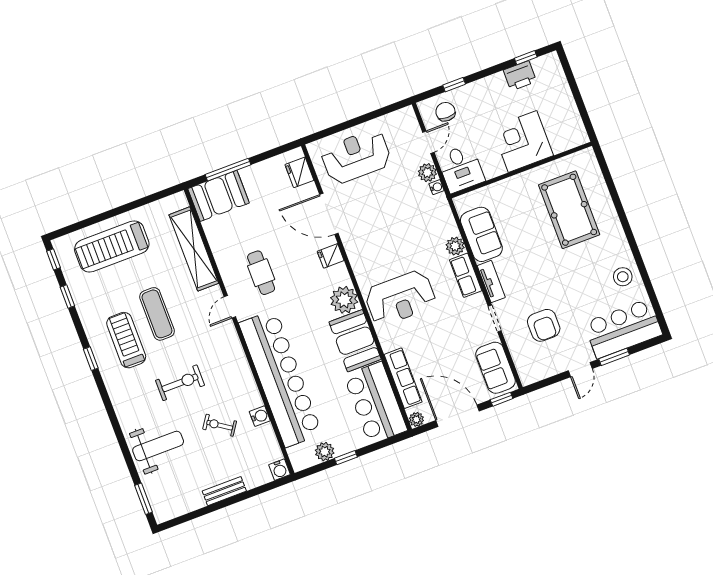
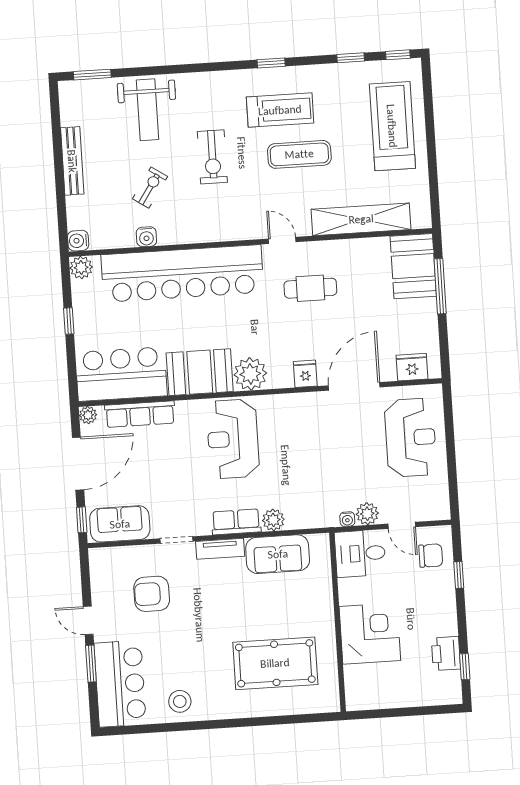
plant: (325, 452) -> (81, 267), moved
bench: (224, 491) -> (72, 161), width x1.36

